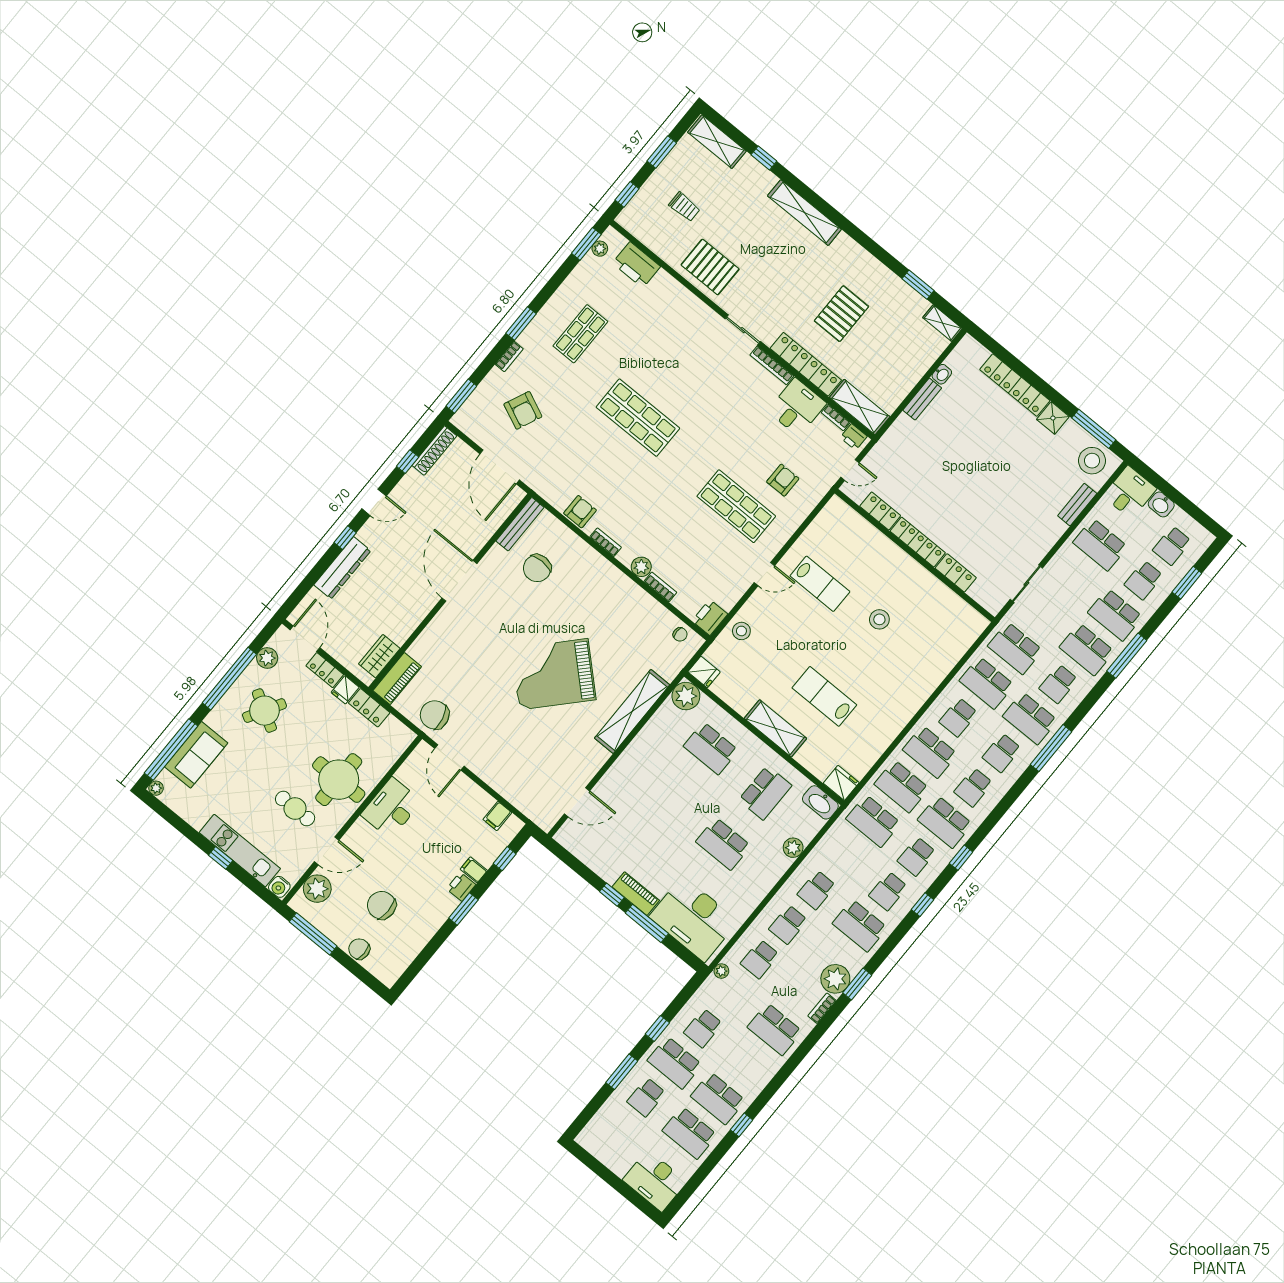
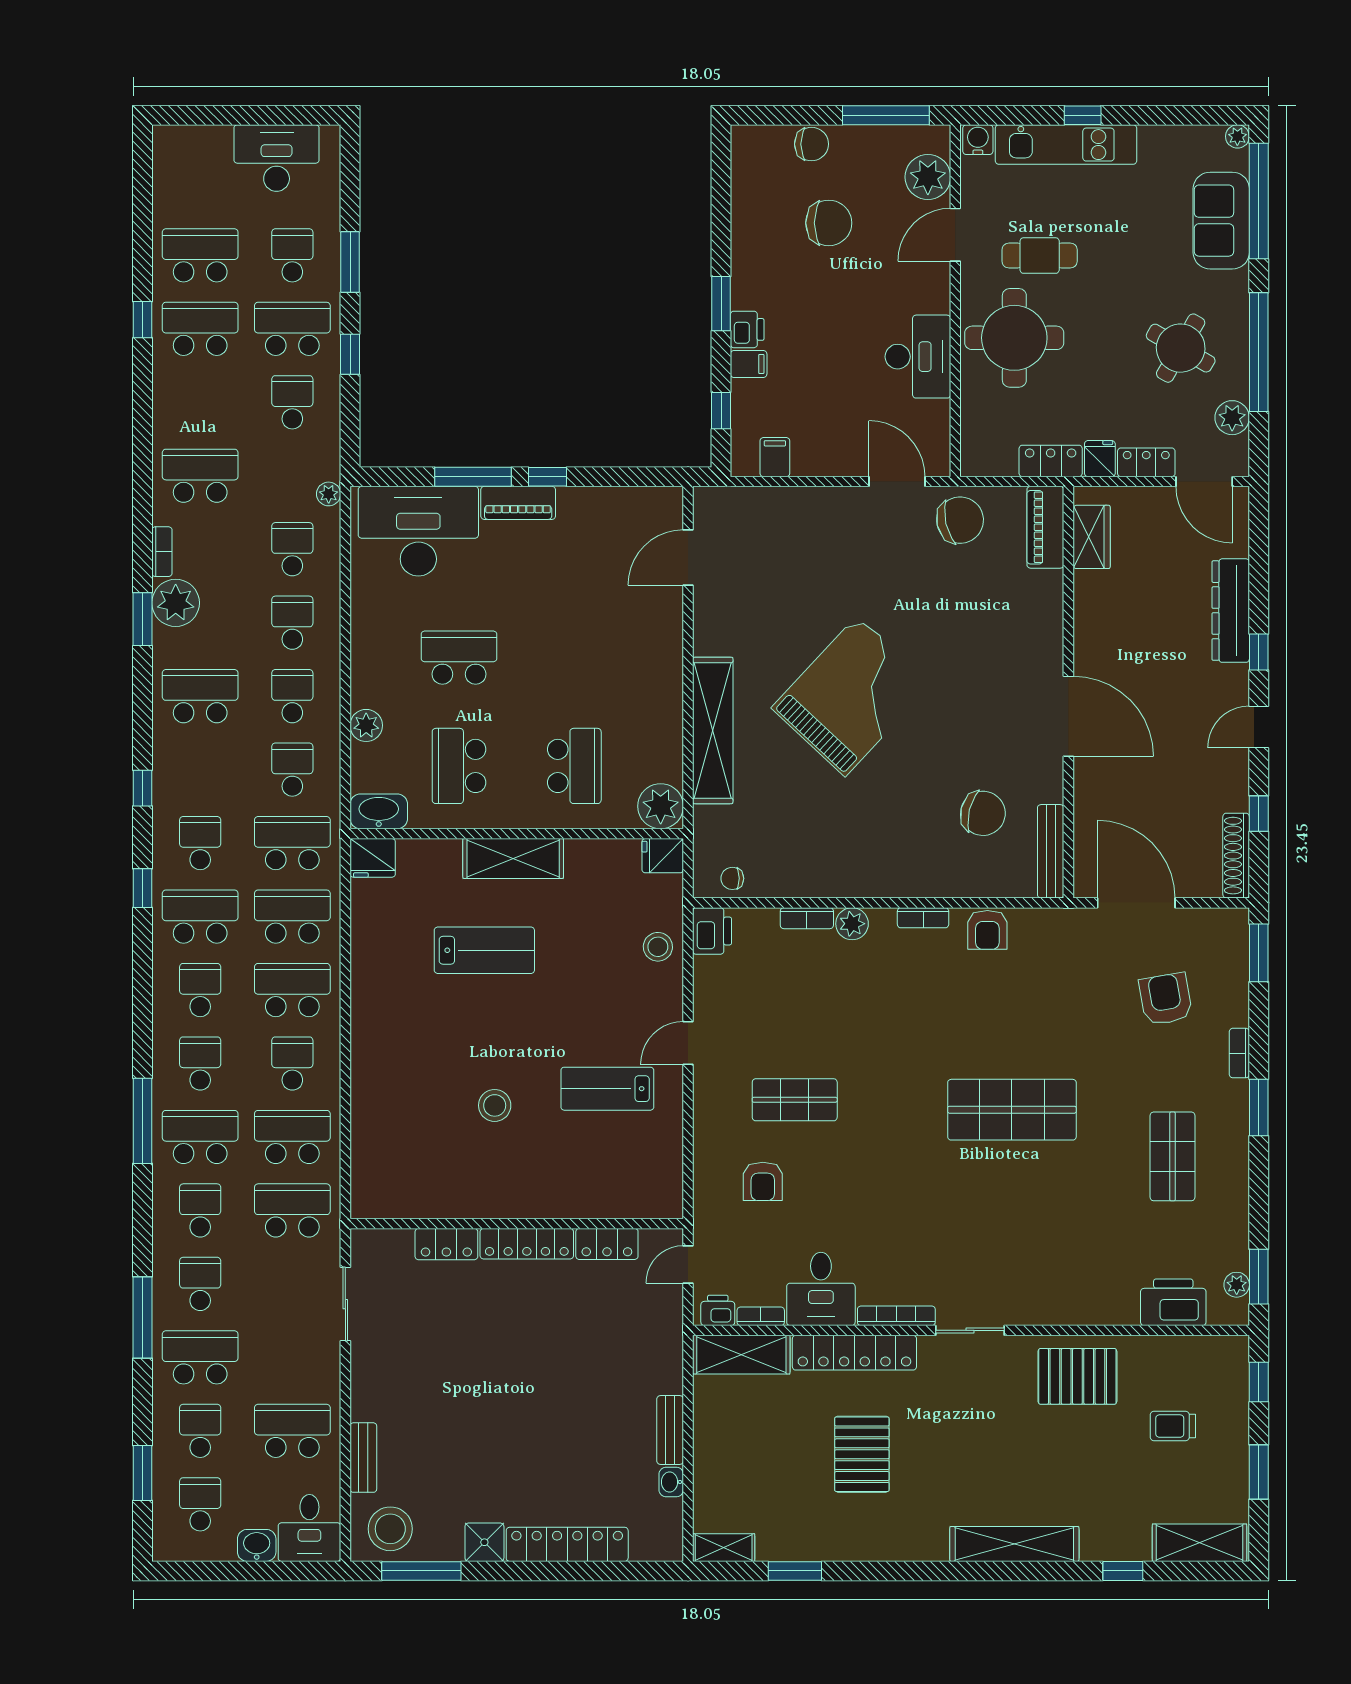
armchair: (523, 410) -> (1166, 999), turned 56
shop shelf: (736, 506) -> (795, 1100), width x0.70, depth x0.74
chair: (537, 568) -> (983, 813), turned 104
school desk: (1087, 649) -> (200, 1284), width x0.54
school desk: (711, 748) -> (574, 766), turned 90
school desk: (888, 891) -> (292, 770), moved
desk: (655, 1181) -> (277, 158), moved

